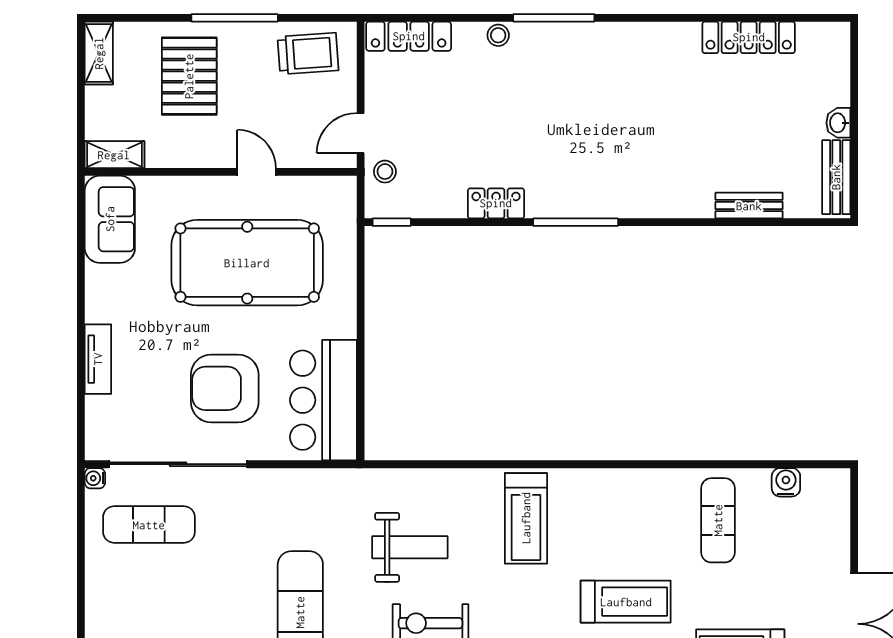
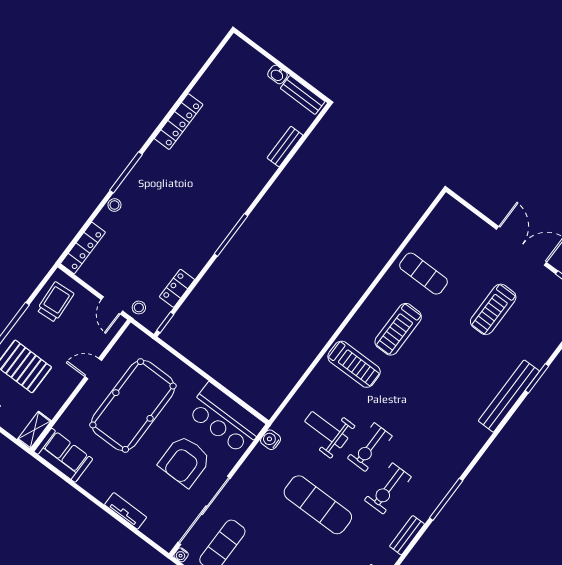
locker: (749, 37) -> (179, 122), moved
locker: (496, 203) -> (177, 288), moved
water cooler: (786, 482) -> (271, 440), moved
weight bench: (410, 547) -> (326, 430), turned -90
treadmill: (626, 602) -> (398, 329), moved, turned 180

